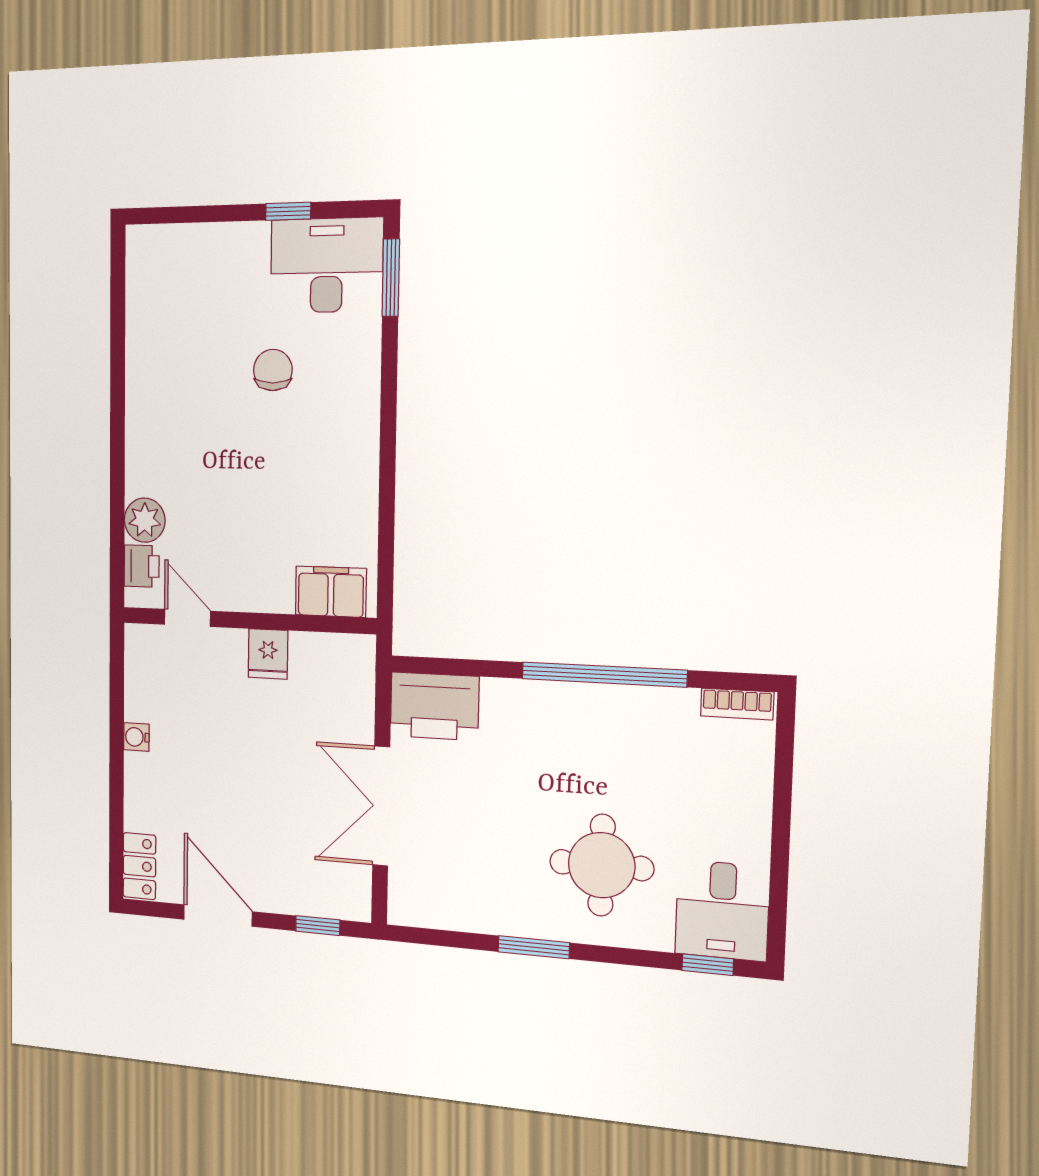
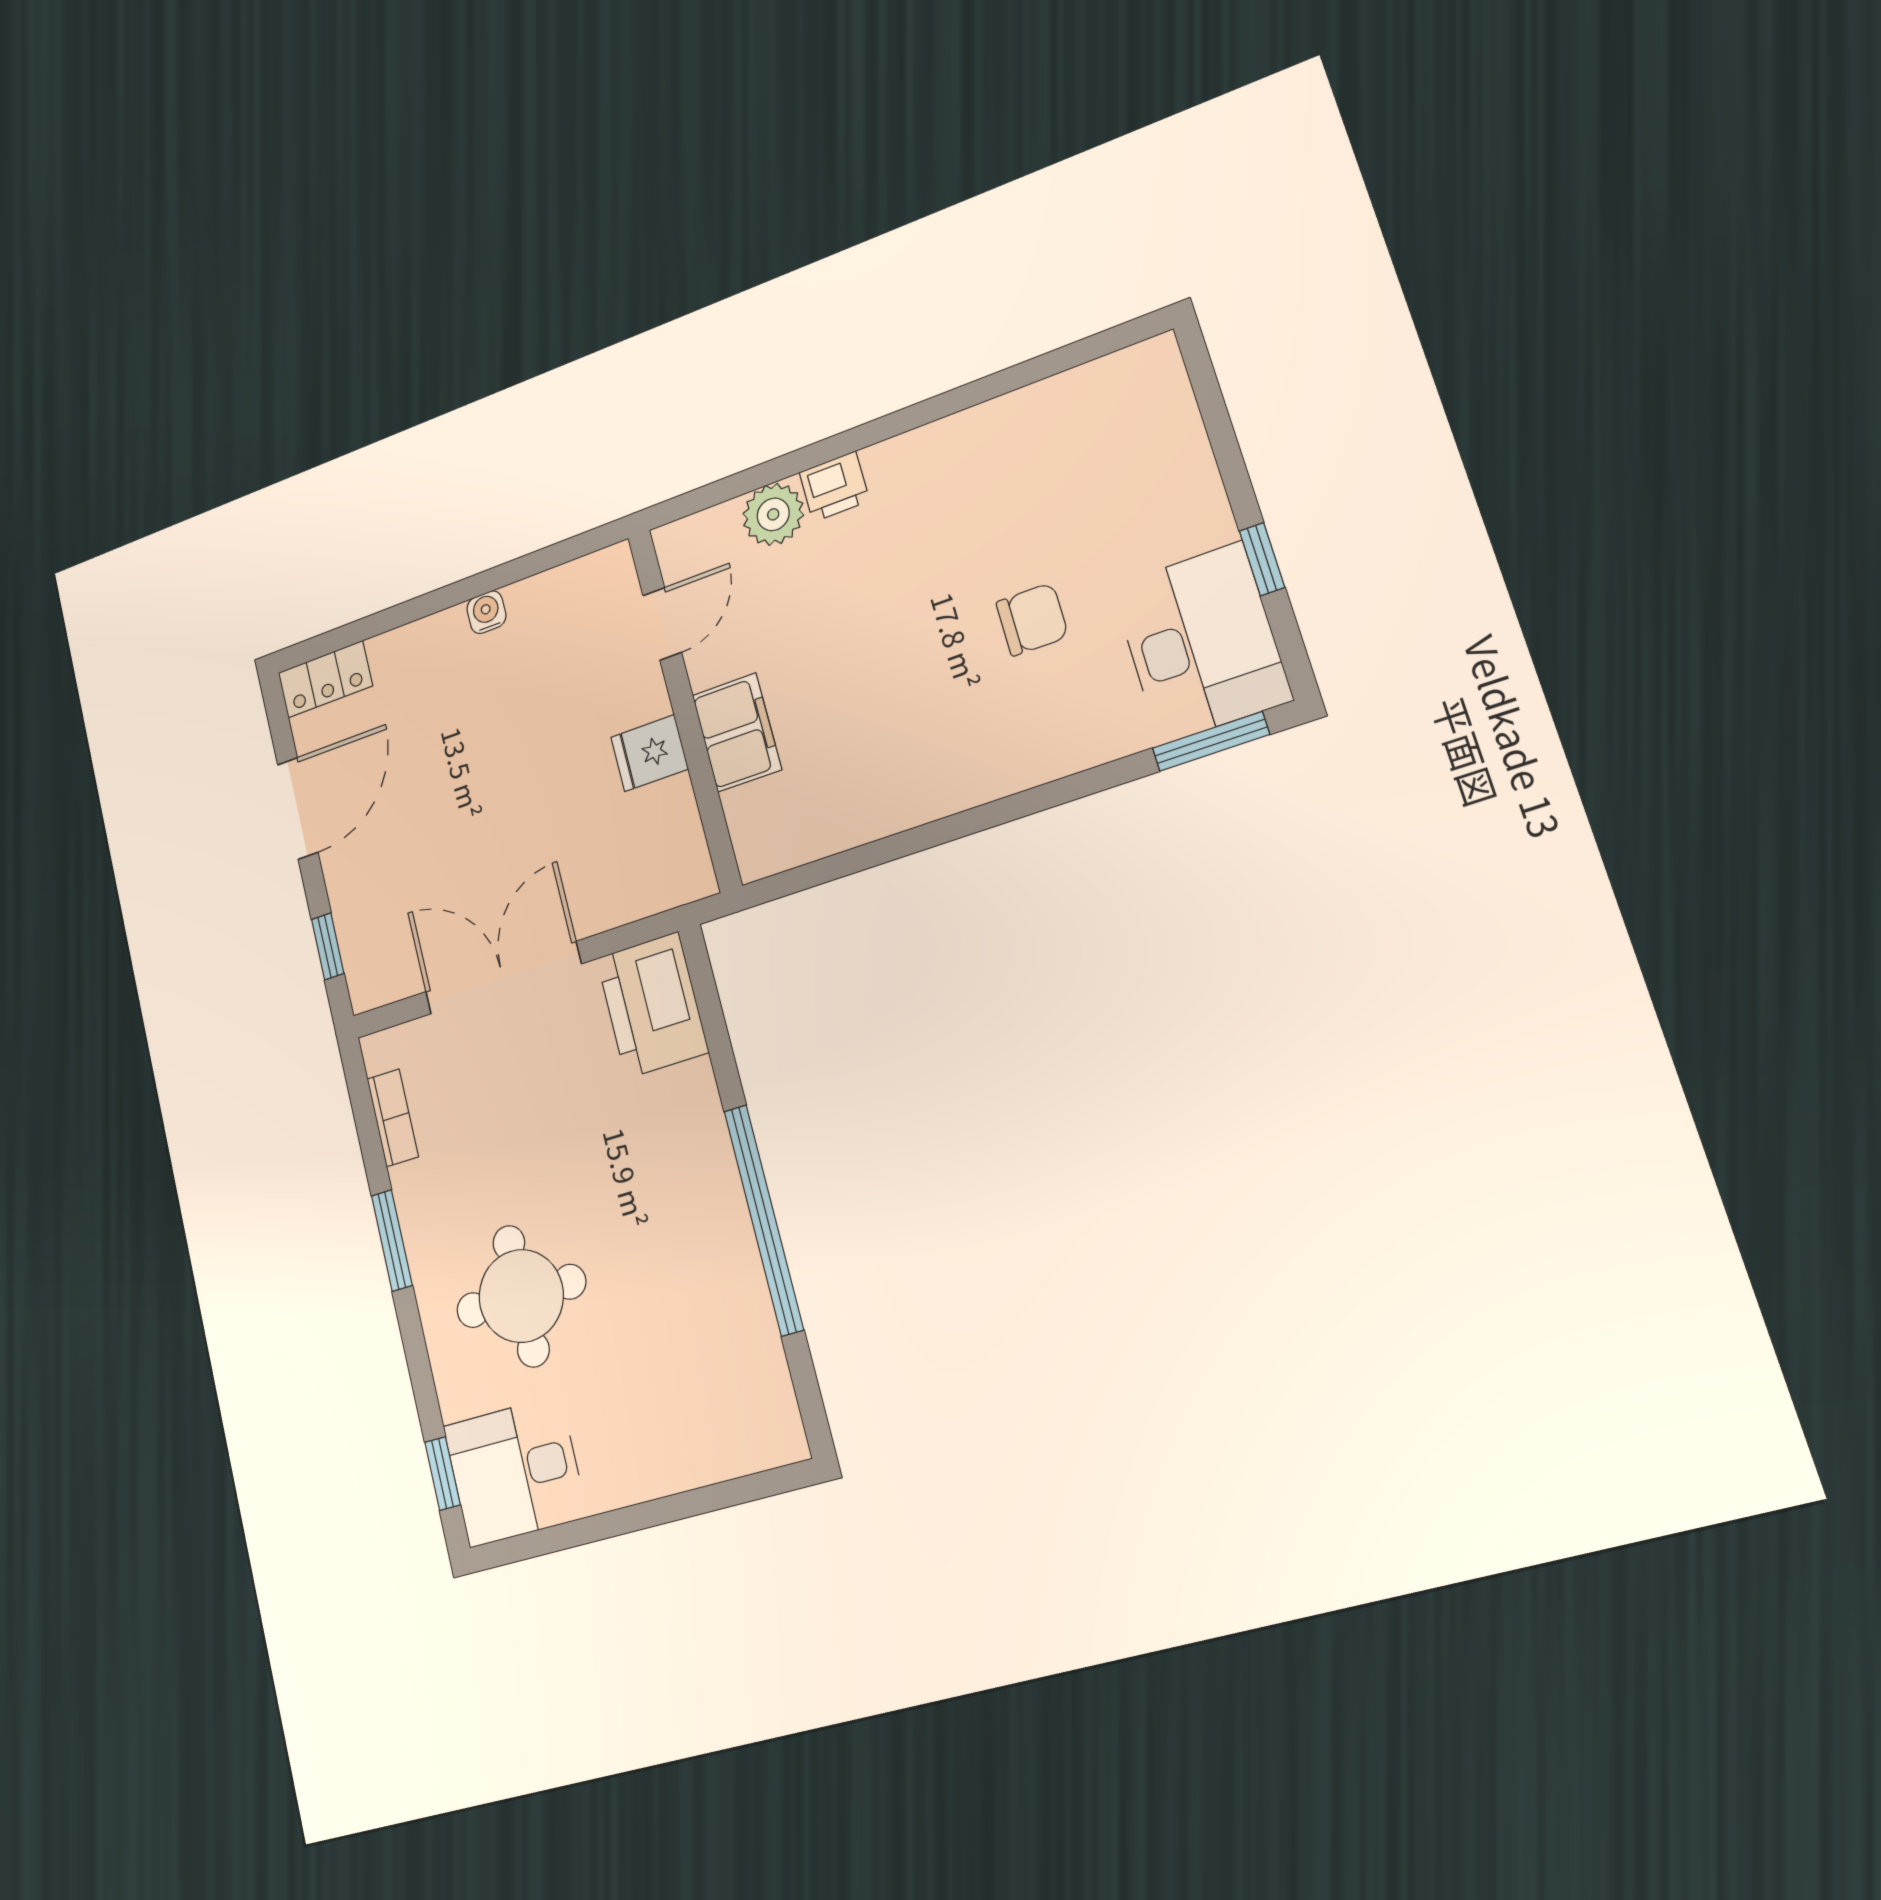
printer: (142, 566) -> (834, 486), moved
filing cabinet: (331, 592) -> (737, 732), moved
bookcase: (737, 704) -> (393, 1118), moved, turned 180

